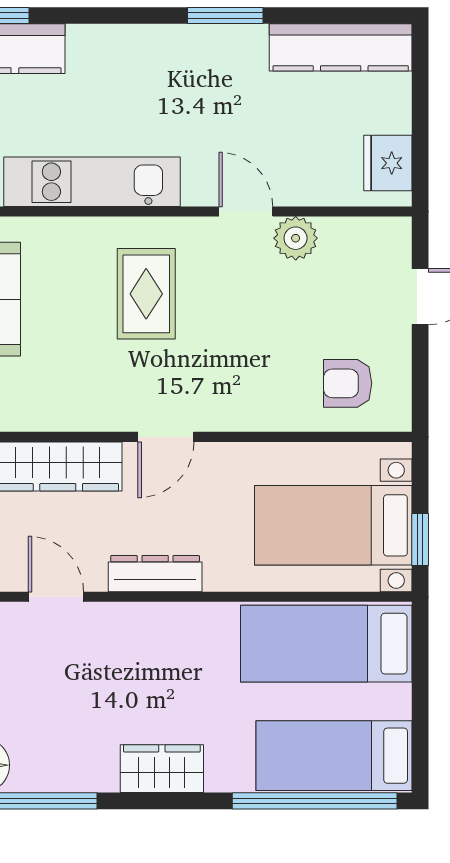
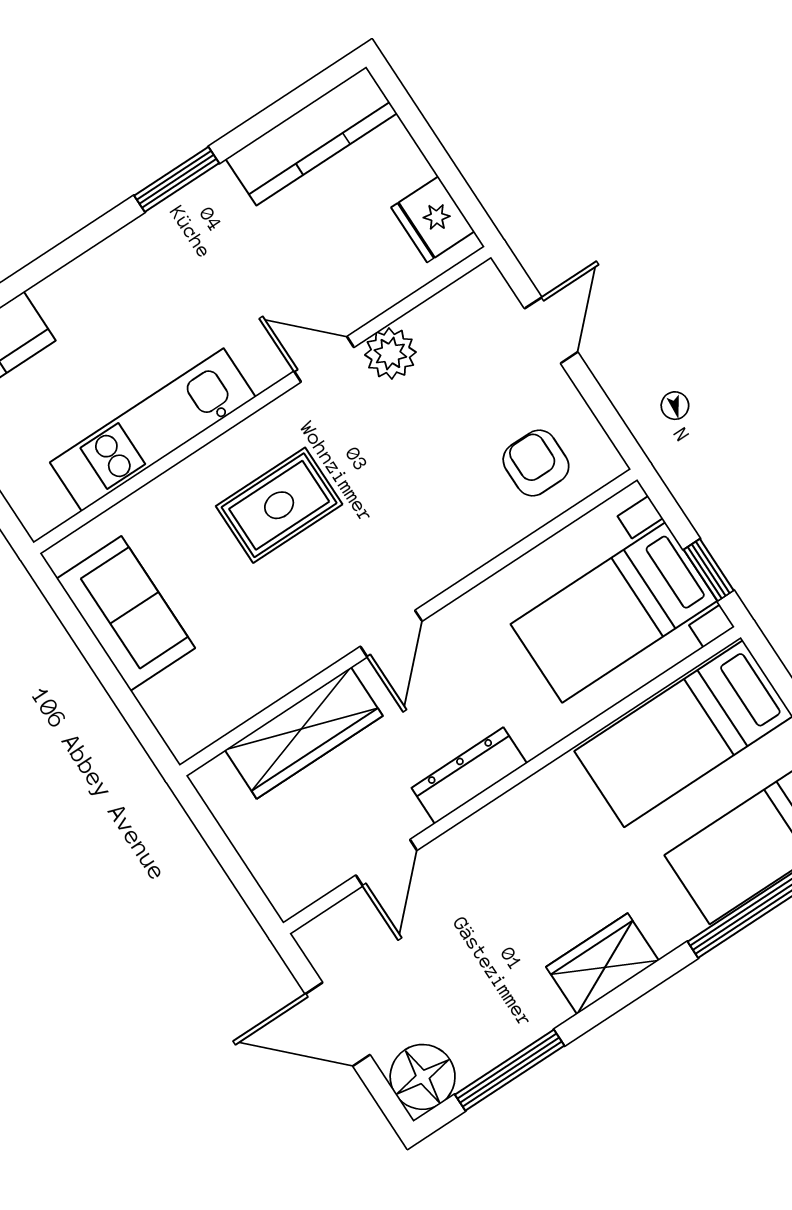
rug: (146, 294) -> (279, 505), turned 90
armchair: (348, 383) -> (536, 463), turned 90
door: (56, 597) -> (386, 863), swing flipped

